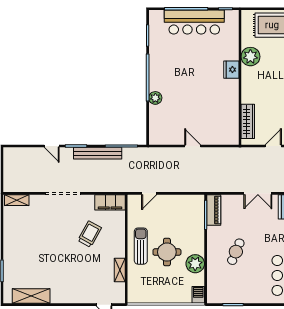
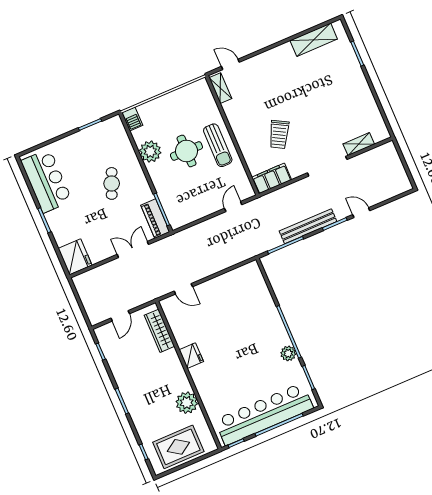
bar counter: (194, 22) -> (264, 414), width x1.36
fridge: (231, 70) -> (191, 356), moved
plant: (155, 98) -> (288, 353), moved
door: (193, 146) -> (183, 289), moved
double door: (258, 193) -> (133, 249), moved
shelving: (17, 200) -> (359, 144), moved
shelving: (120, 270) -> (220, 88), moved

